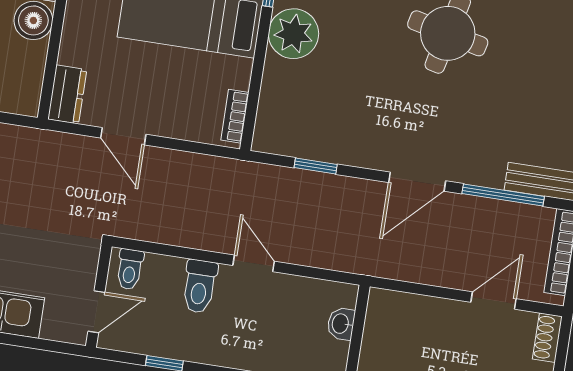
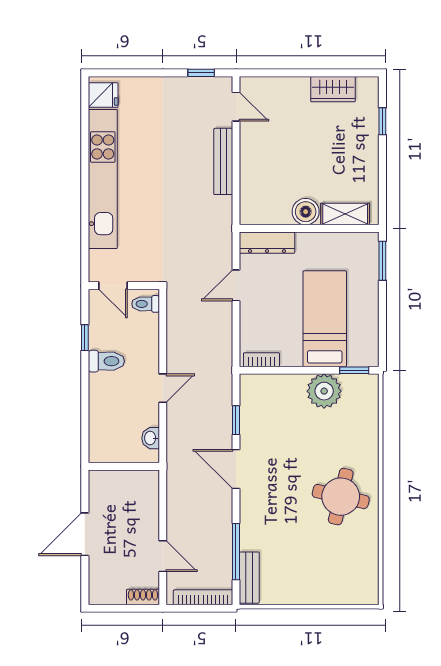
dresser: (67, 94) -> (267, 243), width x1.44
door: (417, 182) -> (236, 469), moved
toilet: (200, 286) -> (106, 361), moved, turned 180
washbasin: (341, 324) -> (151, 438), moved, turned -90

